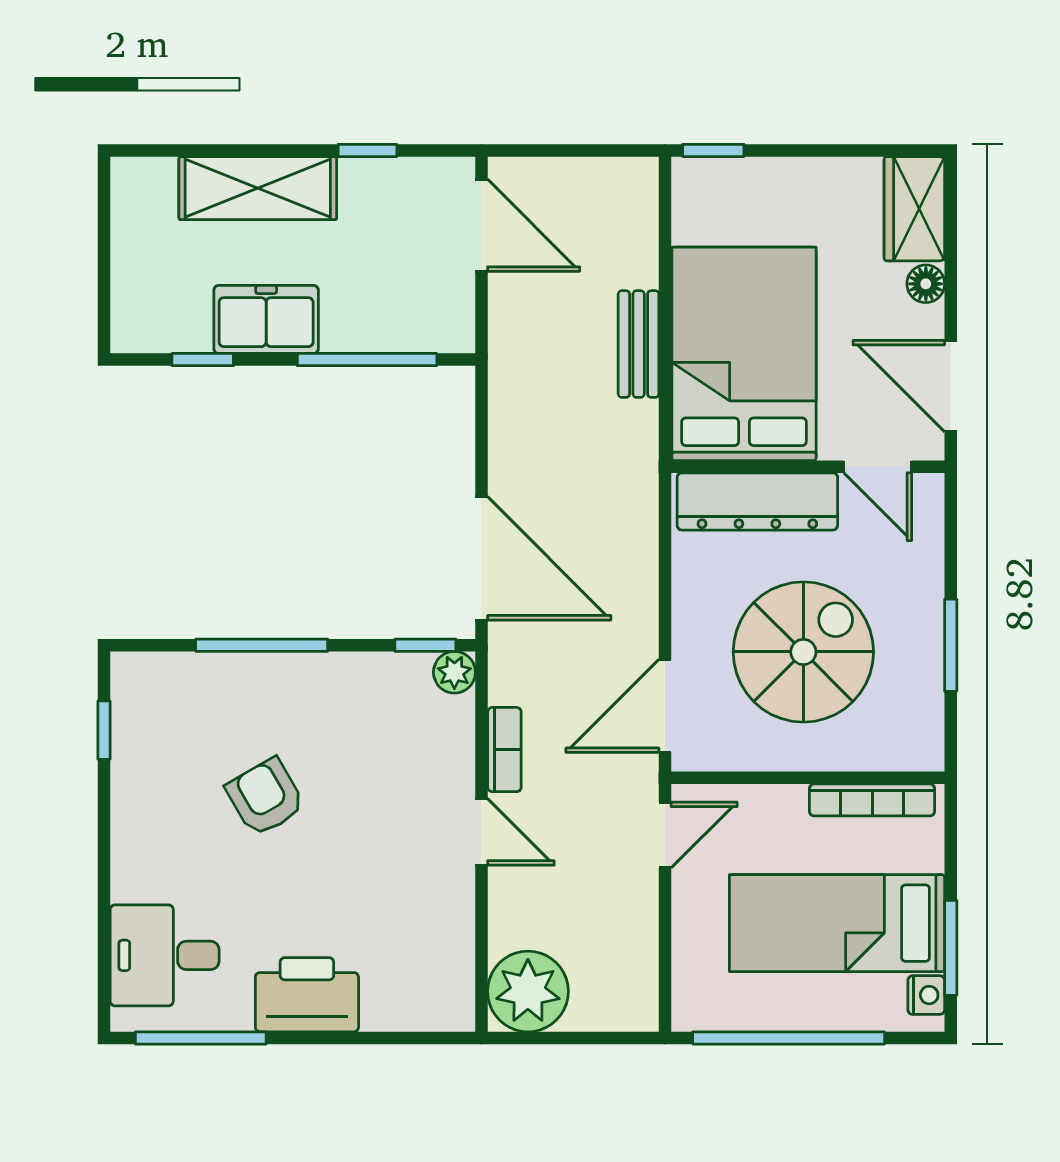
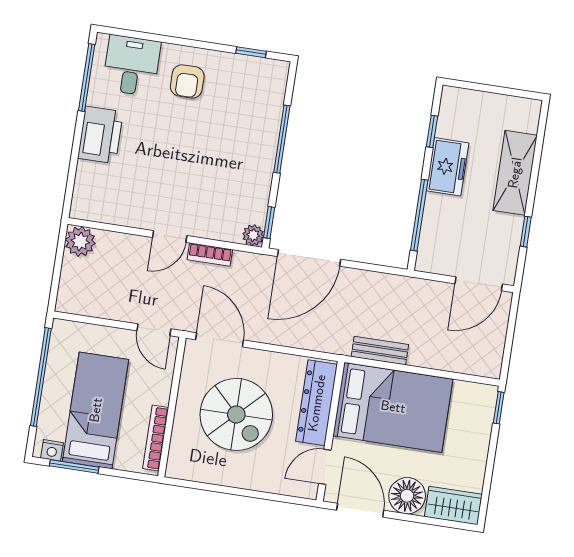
floor lamp: (926, 284) -> (407, 496), width x1.89, depth x1.89
bench: (639, 344) -> (380, 351), moved
door: (951, 386) -> (360, 510), hinge flipped
window: (951, 645) -> (228, 490), removed
armchair: (265, 797) -> (187, 81), moved, turned 120
plant: (528, 991) -> (80, 241), width x0.73, depth x0.73

